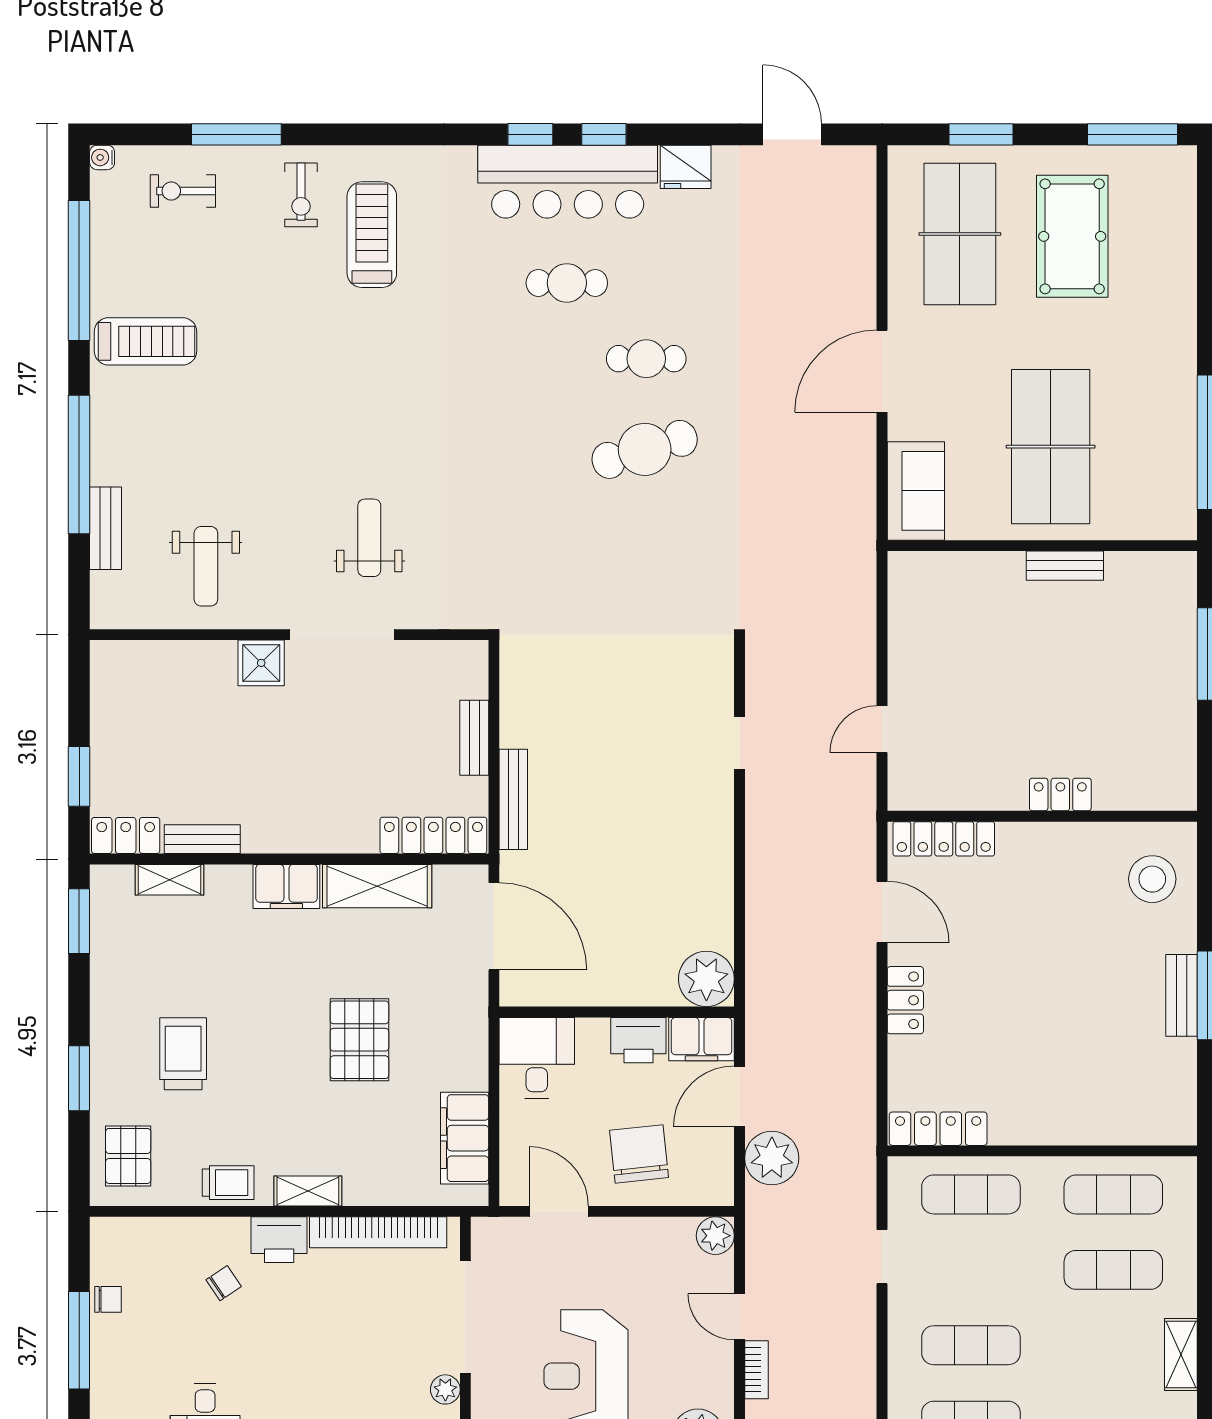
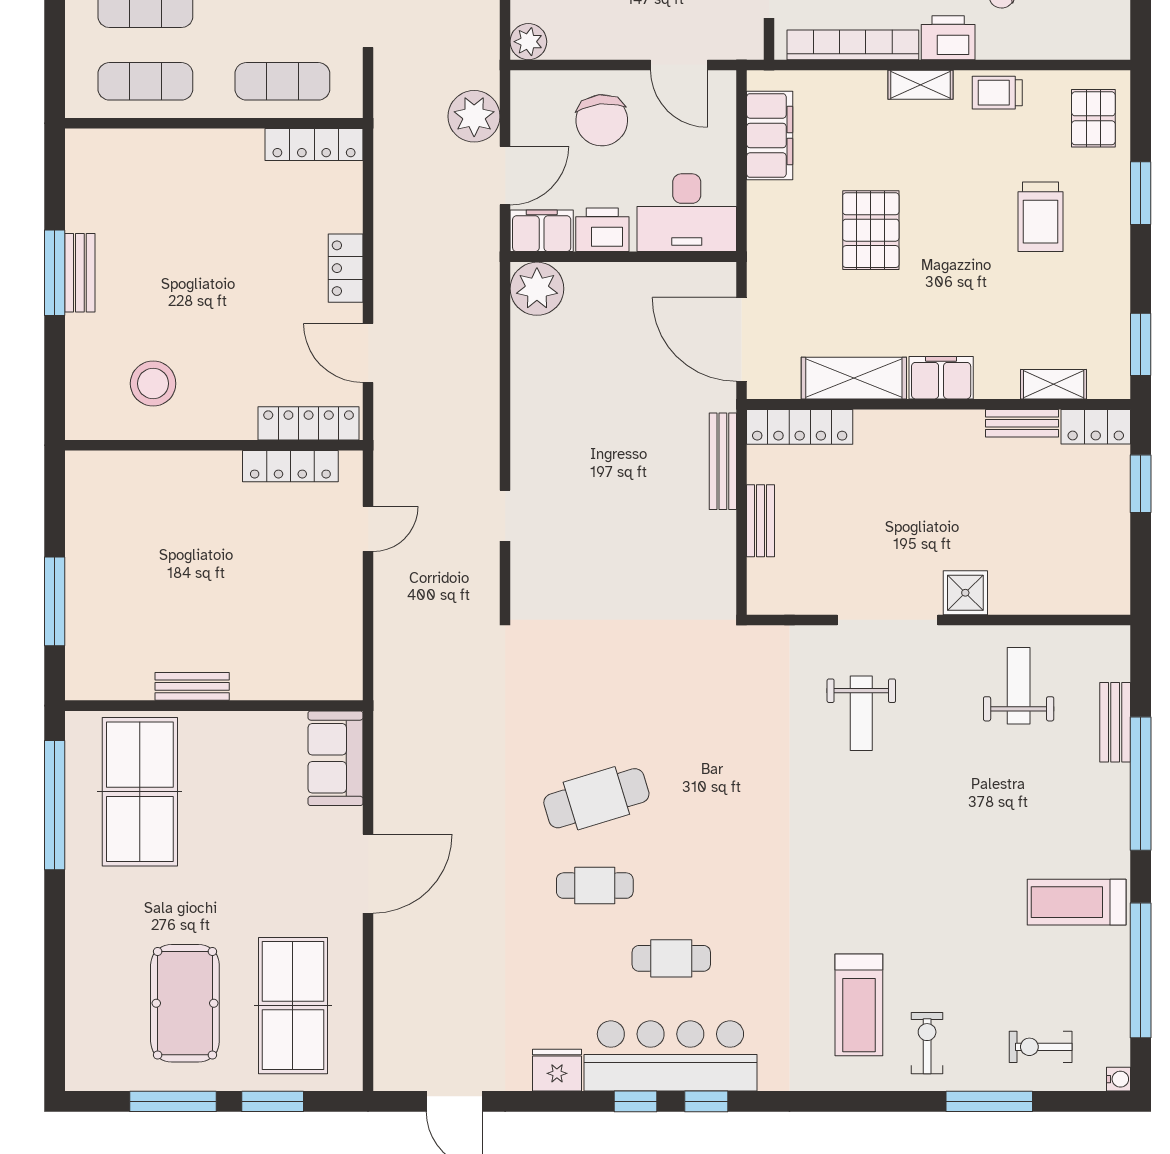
window: (1132, 134) -> (173, 1101), moved
exercise bike: (183, 191) -> (1041, 1047), turned 180
table tennis table: (1051, 447) -> (140, 792), moved
locker: (1060, 794) -> (290, 466), moved, width x1.53
stool: (1152, 879) -> (153, 384), moved
desk: (537, 1058) -> (687, 213), width x1.37

